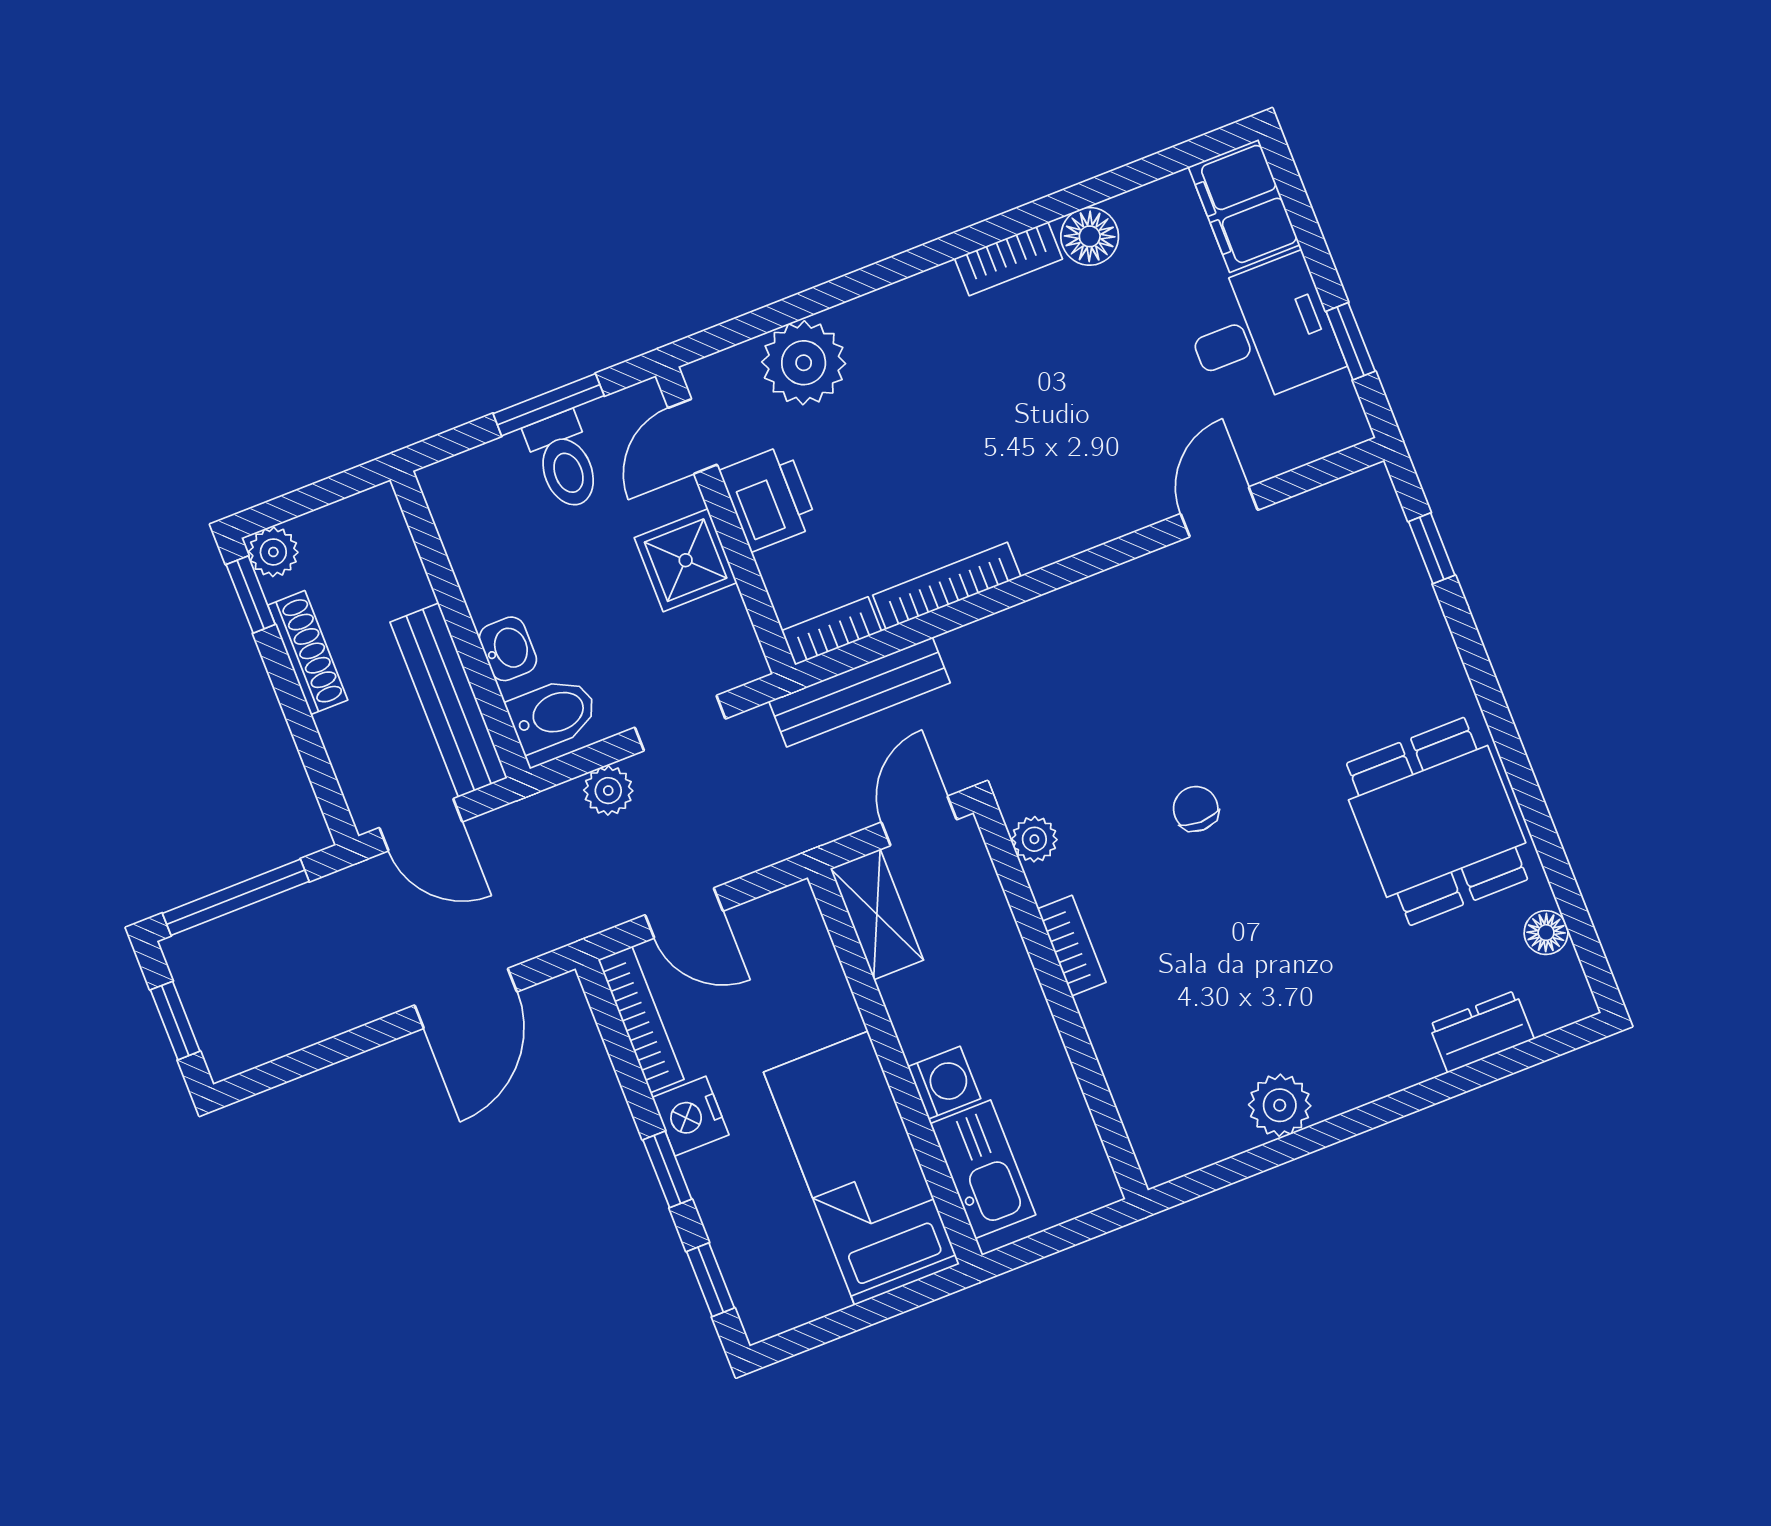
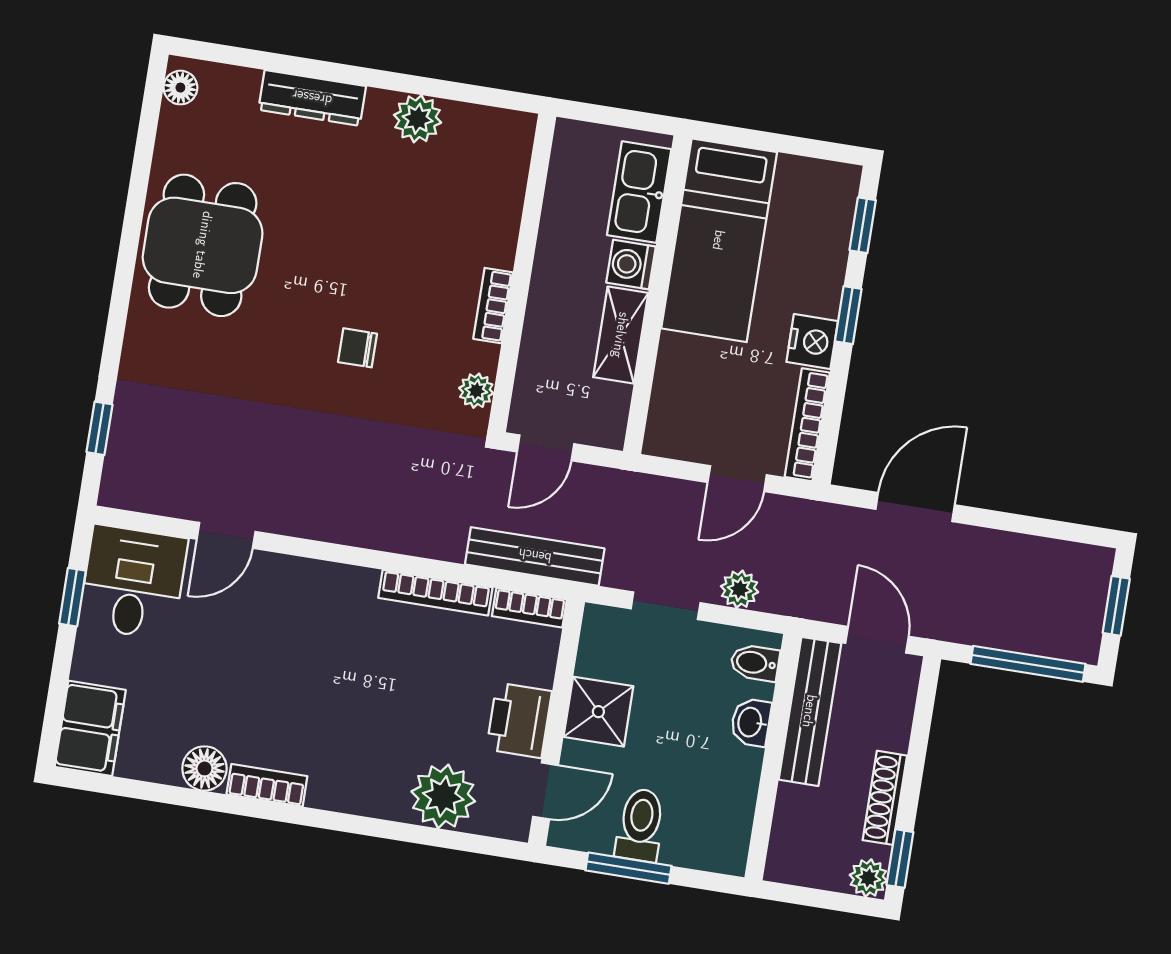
desk: (1262, 332) -> (133, 582), moved, turned 90
bidet: (553, 714) -> (755, 663), width x0.72, depth x0.74
chair: (1196, 809) -> (358, 348), turned 90
door: (684, 913) -> (737, 479), swing flipped
shelving: (877, 914) -> (621, 335), moved
floor lamp: (1546, 933) -> (180, 88), moved
dresser: (1481, 1032) -> (312, 98), moved, width x1.44

